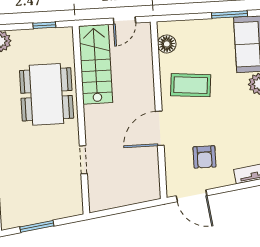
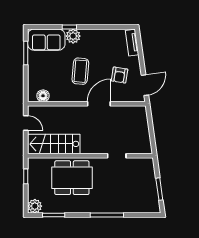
coffee table: (191, 85) -> (80, 71), moved
door: (160, 128) -> (99, 104), swing flipped
armchair: (204, 157) -> (120, 75), turned 99

